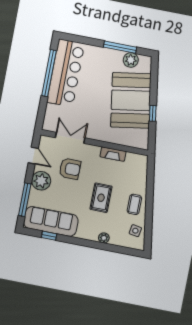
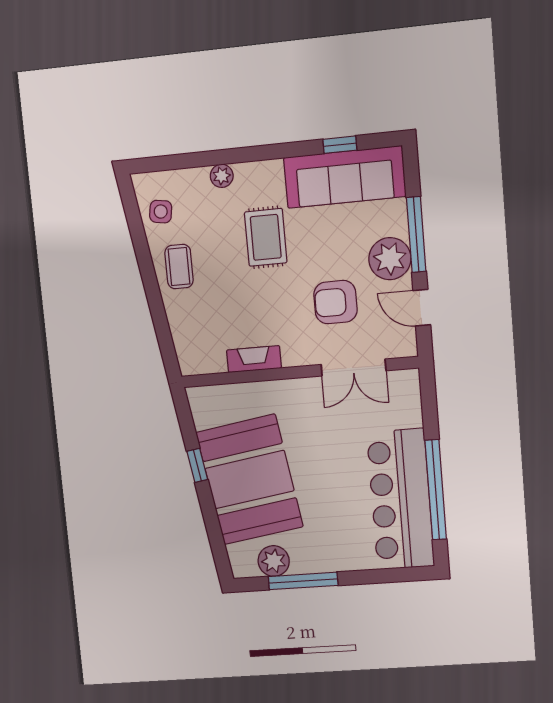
rug: (101, 198) -> (266, 237), moved
window: (25, 200) -> (416, 234), moved

